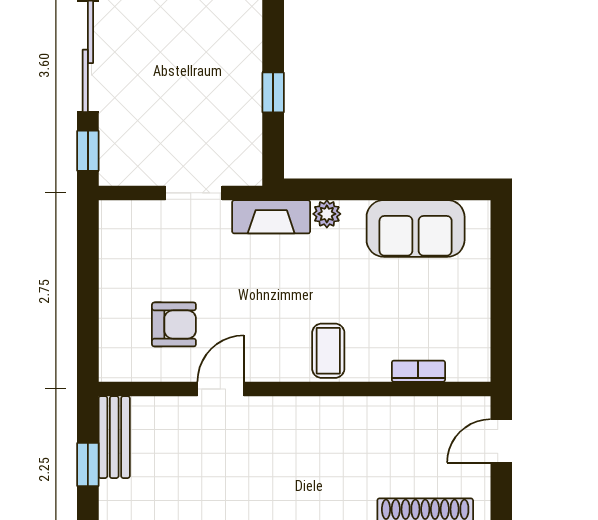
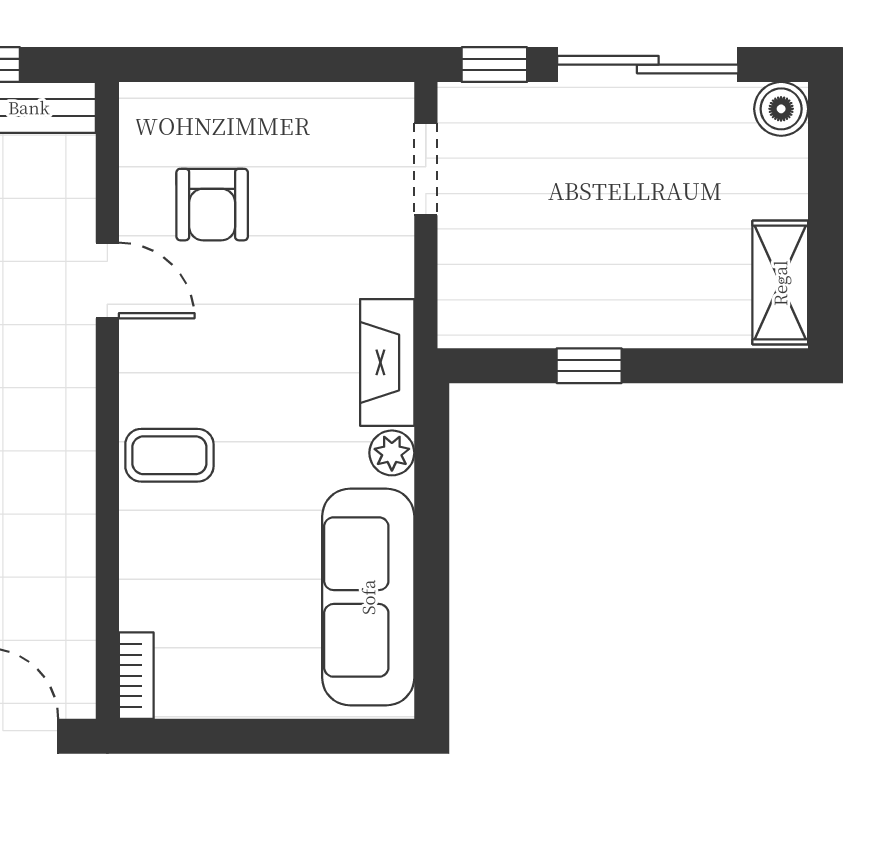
doorway: (194, 193) -> (426, 169), moved
sofa: (416, 228) -> (368, 597), width x1.36
bookcase: (418, 371) -> (136, 676), moved

